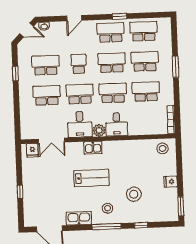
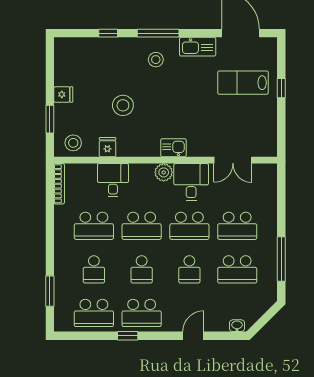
door: (27, 30) -> (262, 321), removed
school desk: (145, 61) -> (94, 269), width x0.54
school desk: (112, 63) -> (142, 269), width x0.54
window: (175, 67) -> (50, 291), moved
window: (15, 74) -> (281, 259), width x2.17
desk: (117, 124) -> (113, 180), moved
double door: (51, 141) -> (233, 160), swing flipped
fridge: (32, 150) -> (107, 147), moved
lab bench: (91, 178) -> (243, 83), moved
stool: (134, 194) -> (123, 105), moved
window: (181, 206) -> (50, 119), moved

